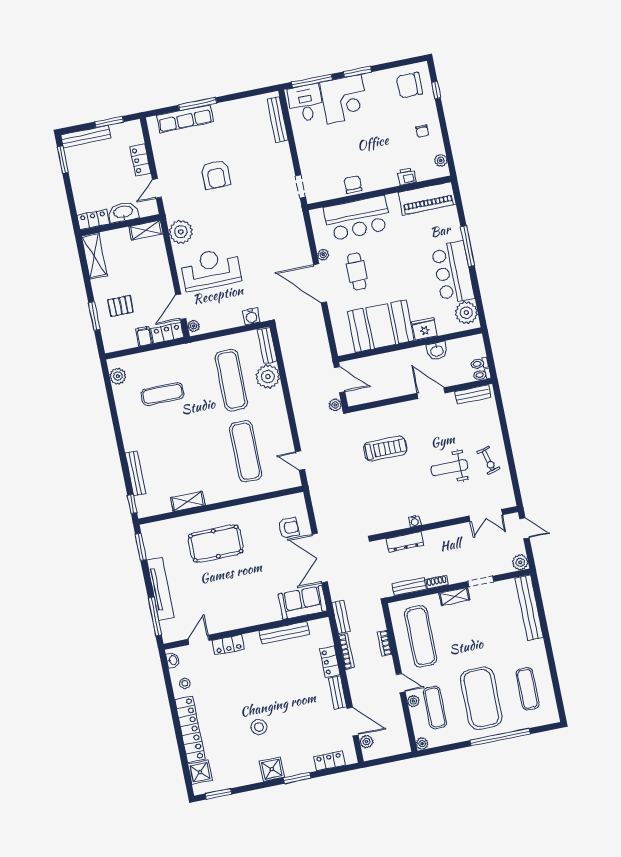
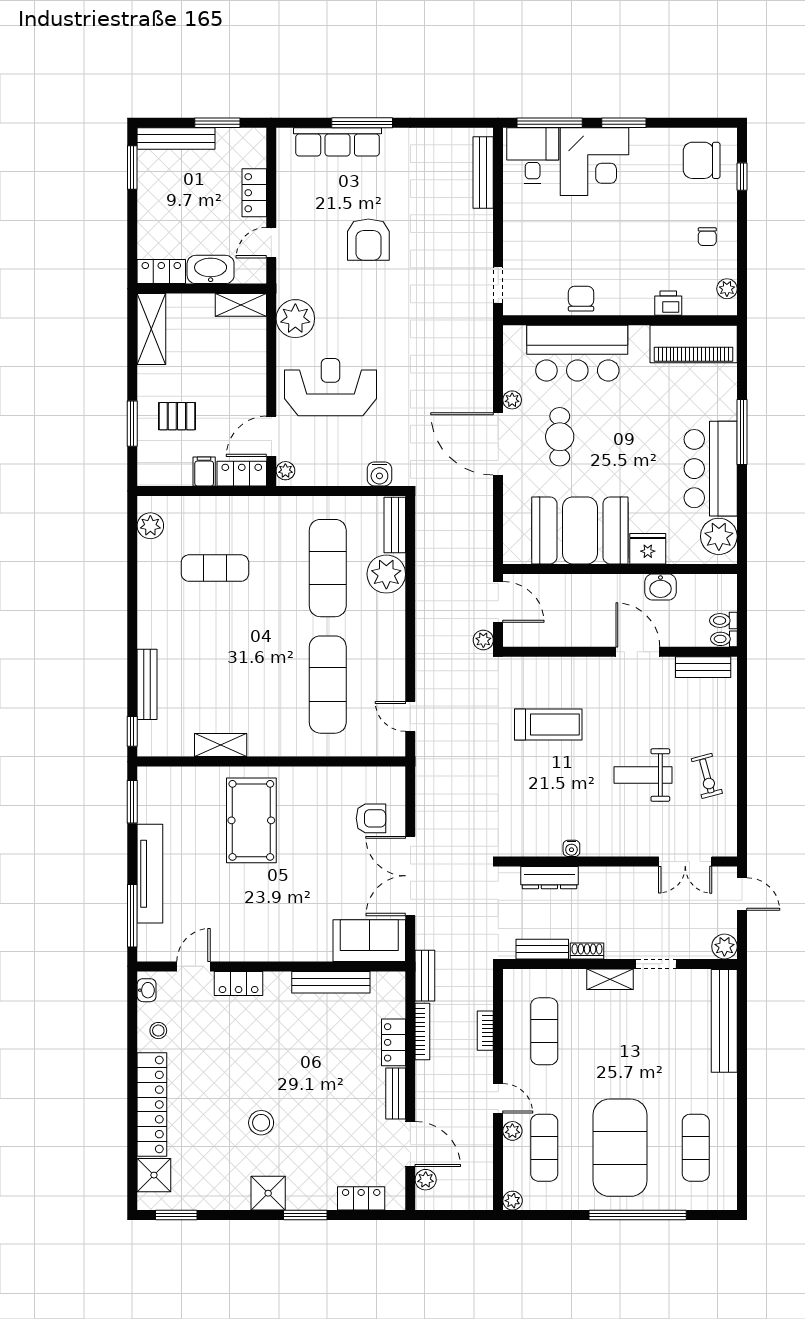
pool table: (216, 544) -> (251, 820), turned 90
exercise mat: (421, 636) -> (544, 1031), width x0.73, depth x0.69

